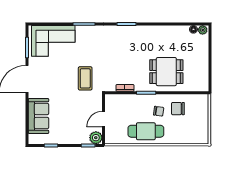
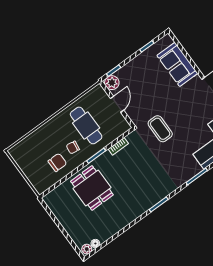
dining table: (166, 72) -> (92, 188), turned 90
cafe table: (146, 131) -> (86, 125), moved, turned 90

